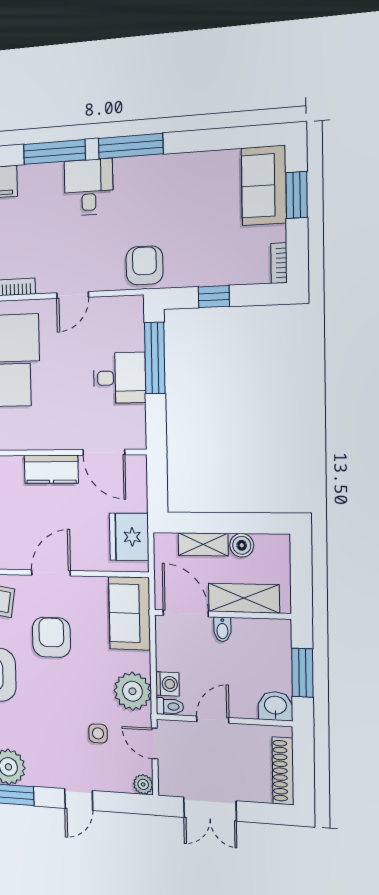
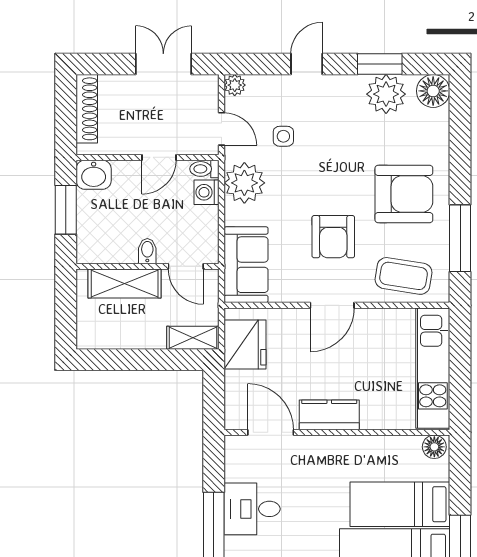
shelving: (203, 544) -> (193, 338), moved
boiler: (242, 545) -> (126, 337), removed
door: (186, 613) -> (186, 266), width x0.73

